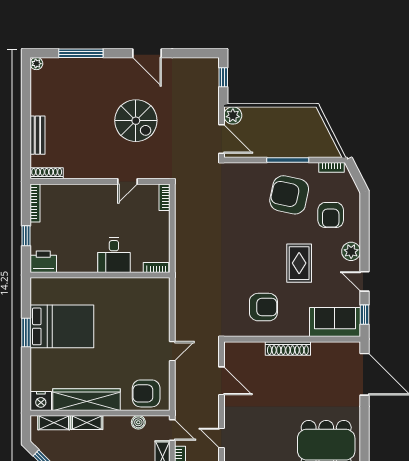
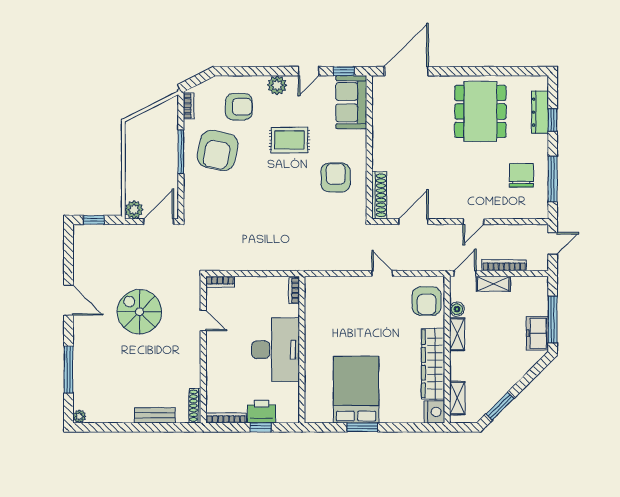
door: (147, 53) -> (68, 300), hinge flipped
spiral stairs: (136, 121) -> (139, 312), turned -90
desk: (114, 255) -> (275, 350), width x1.87, depth x1.30
printer: (43, 262) -> (262, 412), moved, turned 90
shoe rack: (288, 348) -> (379, 195), moved
shelving: (87, 423) -> (457, 334), moved

